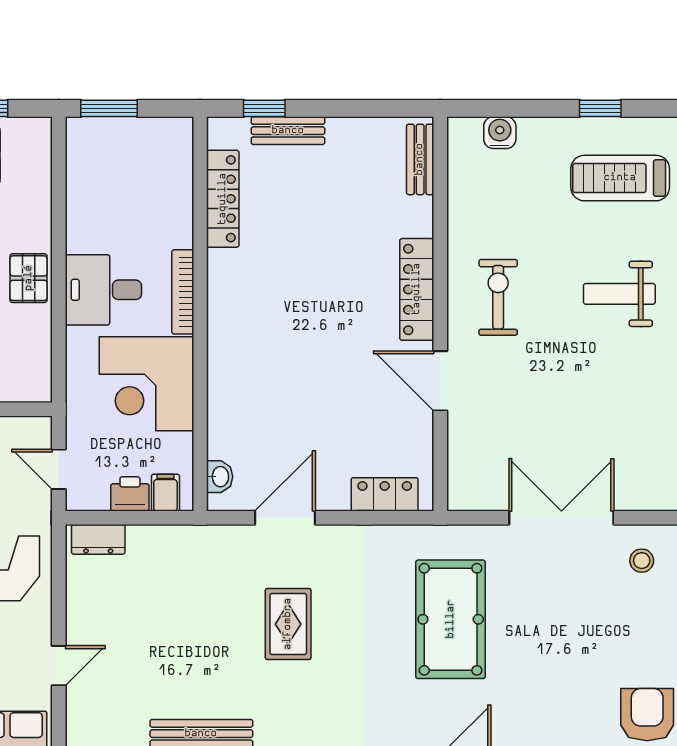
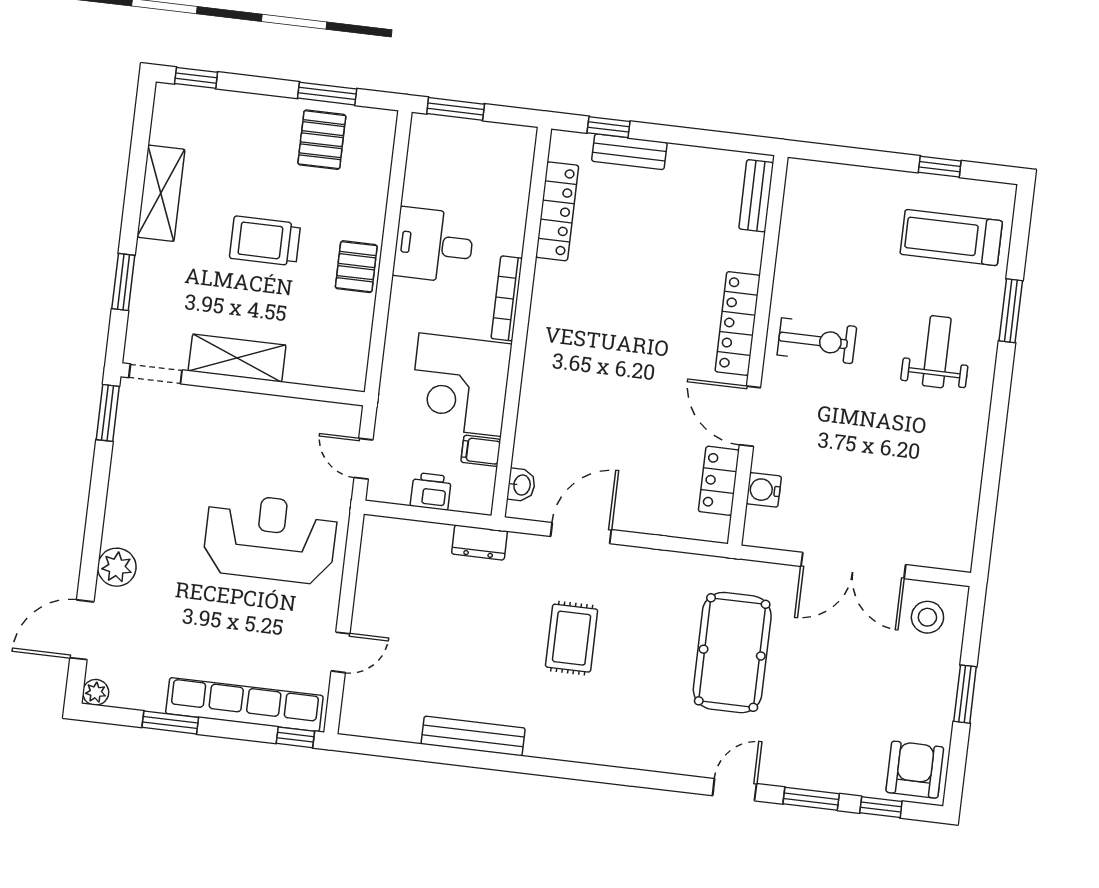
water cooler: (500, 133) -> (764, 490), moved, turned -90
desk: (103, 290) -> (434, 245), moved
weight bench: (619, 294) -> (937, 352), turned 90
exercise bike: (498, 297) -> (817, 341), turned 90
filing cabinet: (165, 493) -> (481, 451), moved, turned -90
locker: (385, 494) -> (719, 481), moved, turned -90
double door: (561, 518) -> (853, 566), swing flipped
dresser: (98, 539) -> (480, 542), moved
stool: (642, 561) -> (927, 617), width x1.37, depth x1.37

